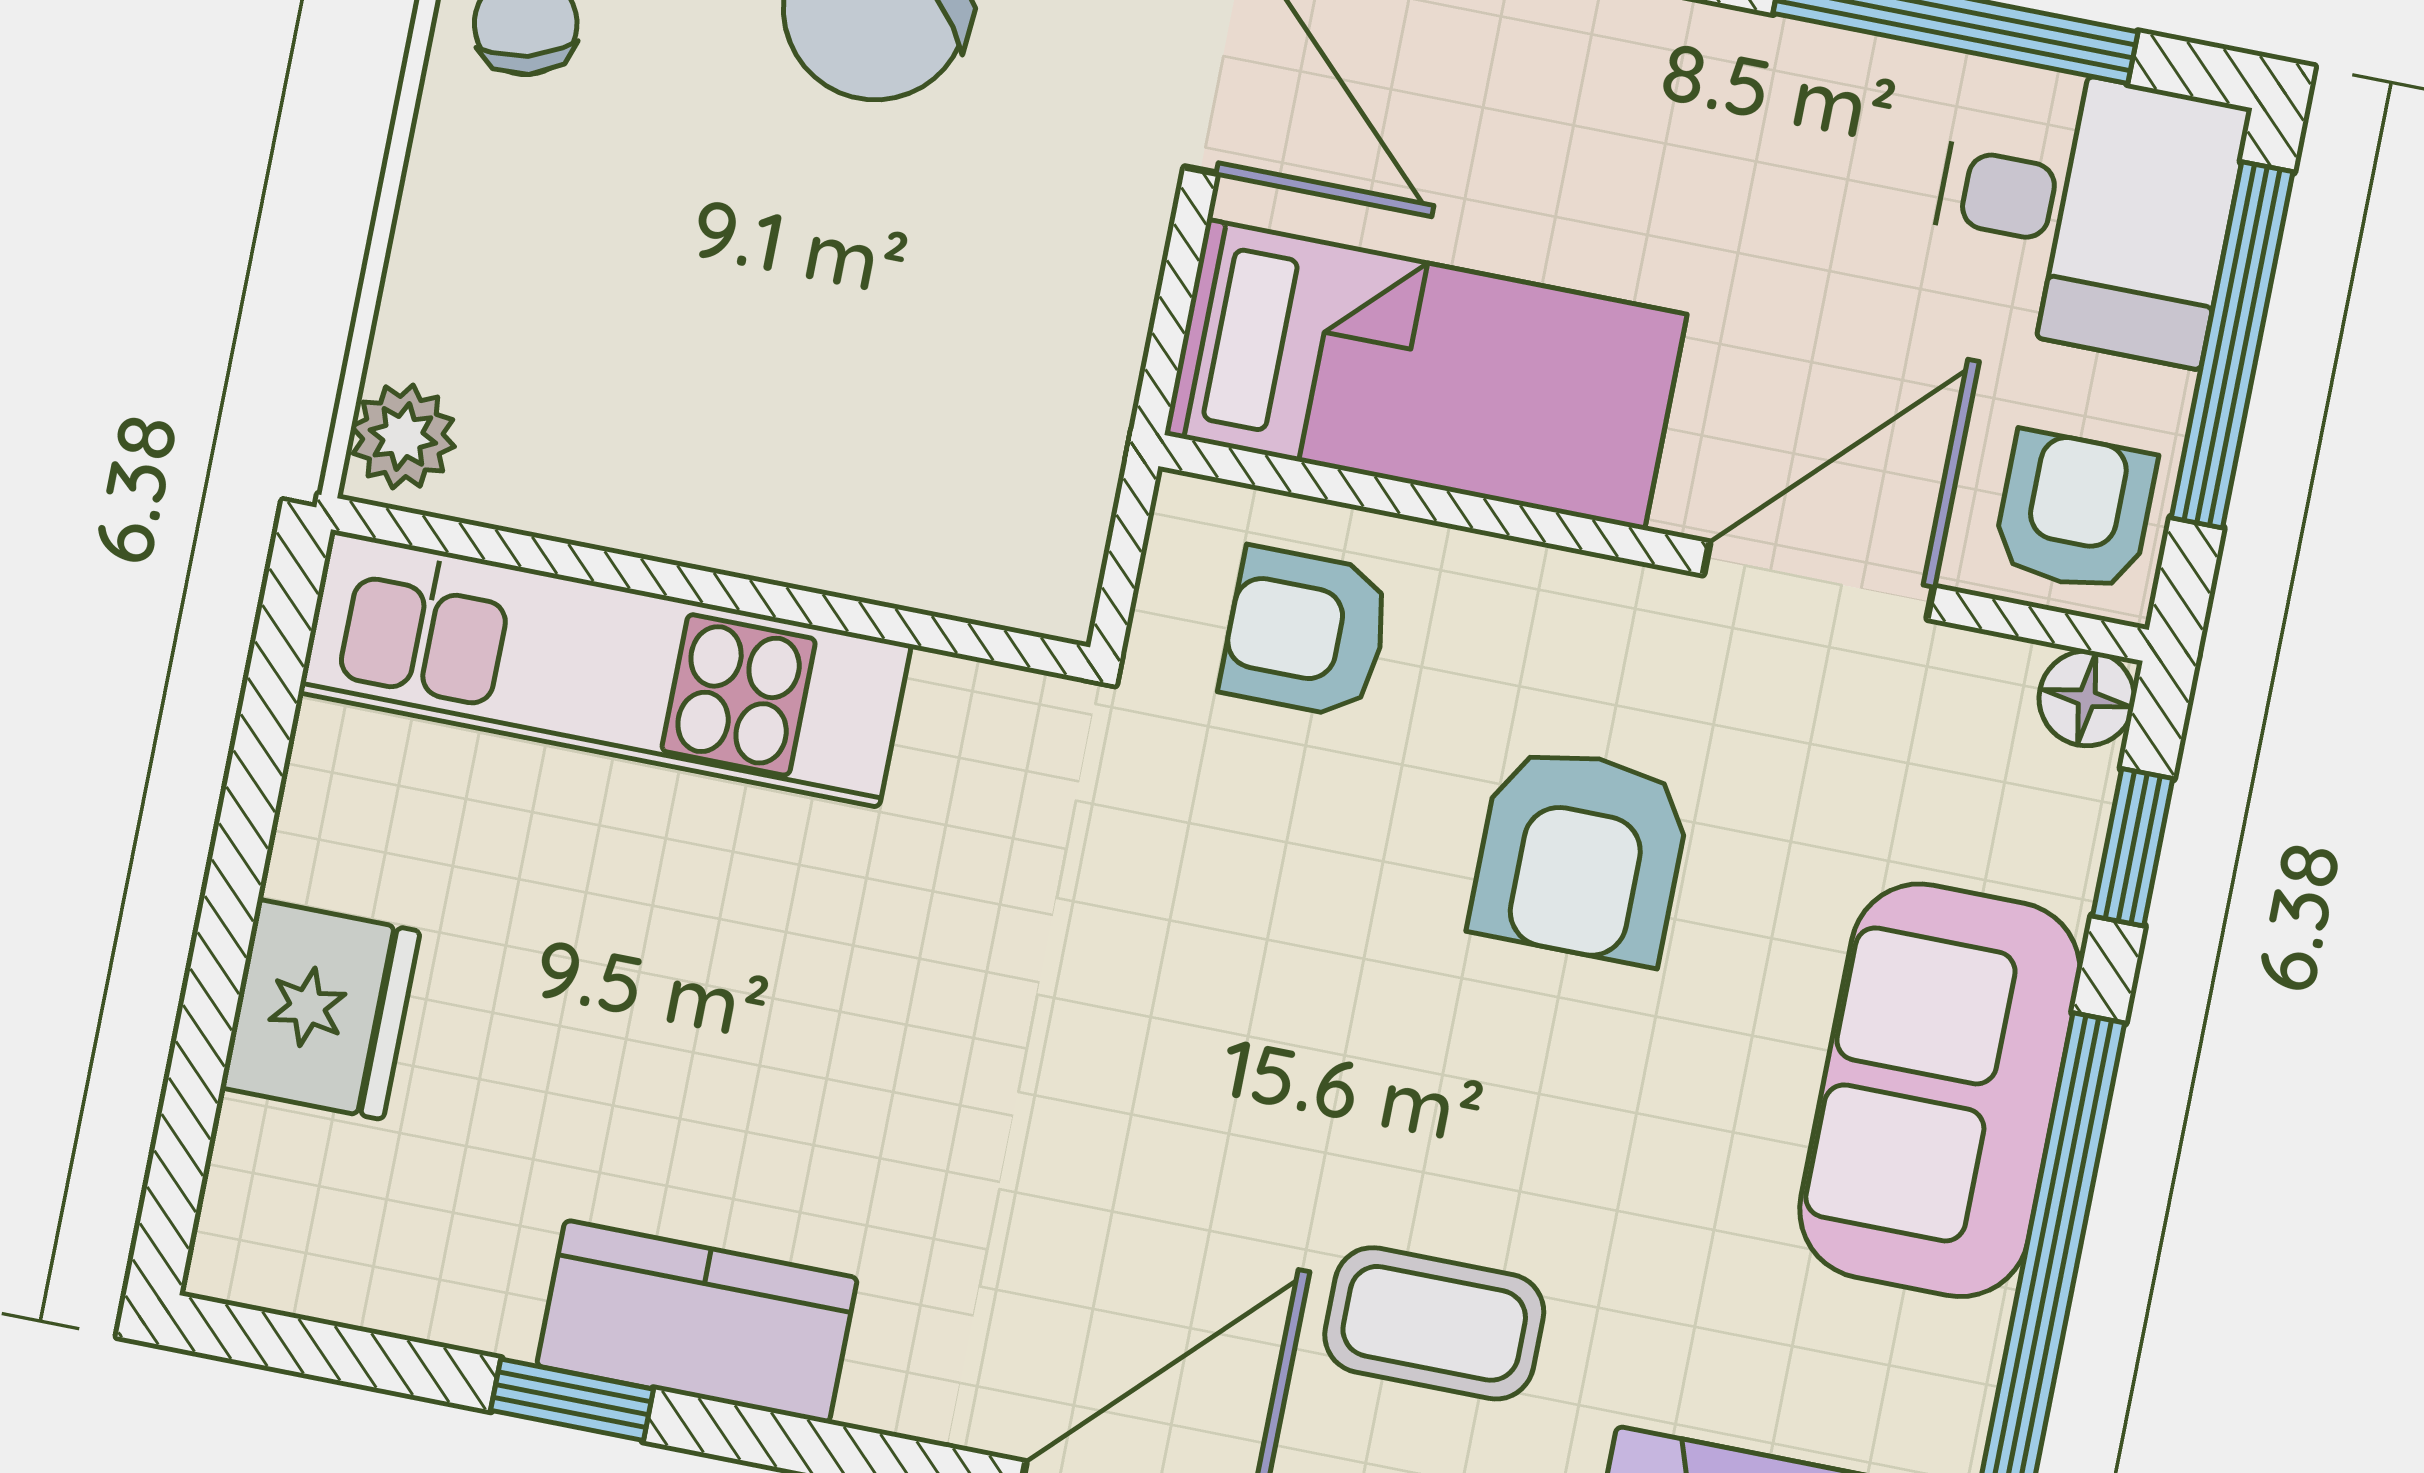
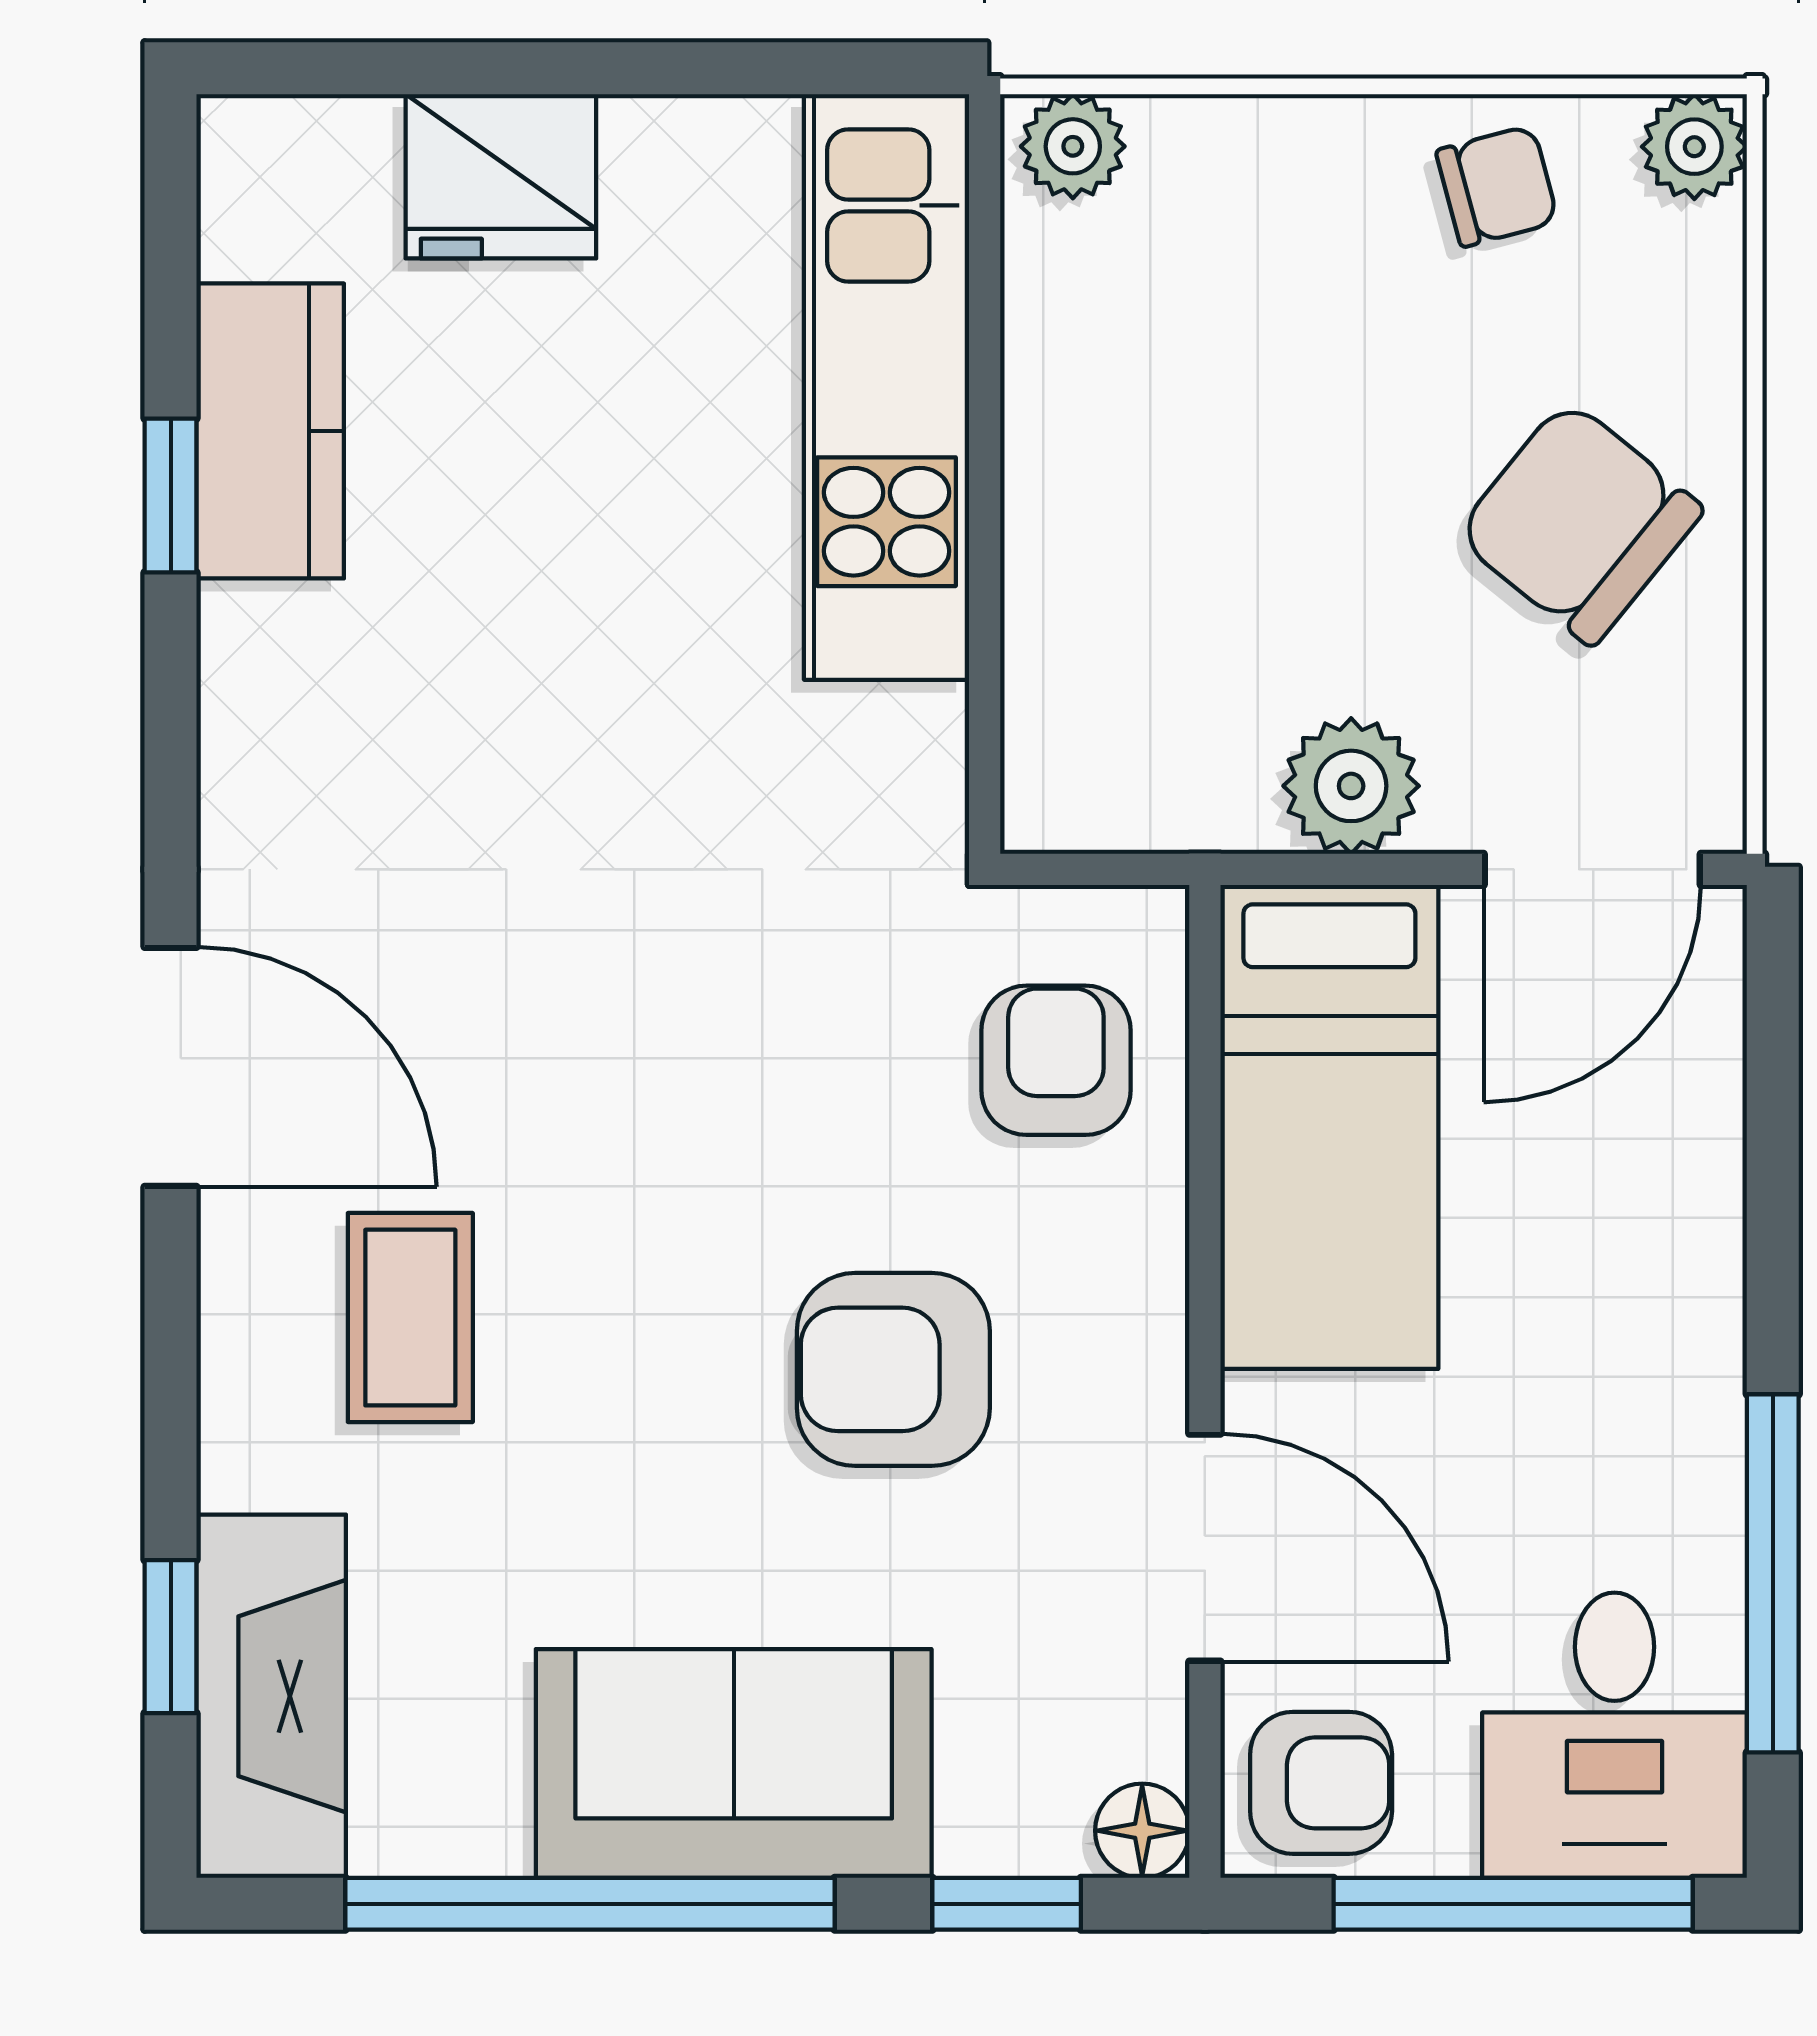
plant: (1092, 286) -> (1351, 786), added
kitchen counter: (697, 1322) -> (270, 431), moved

